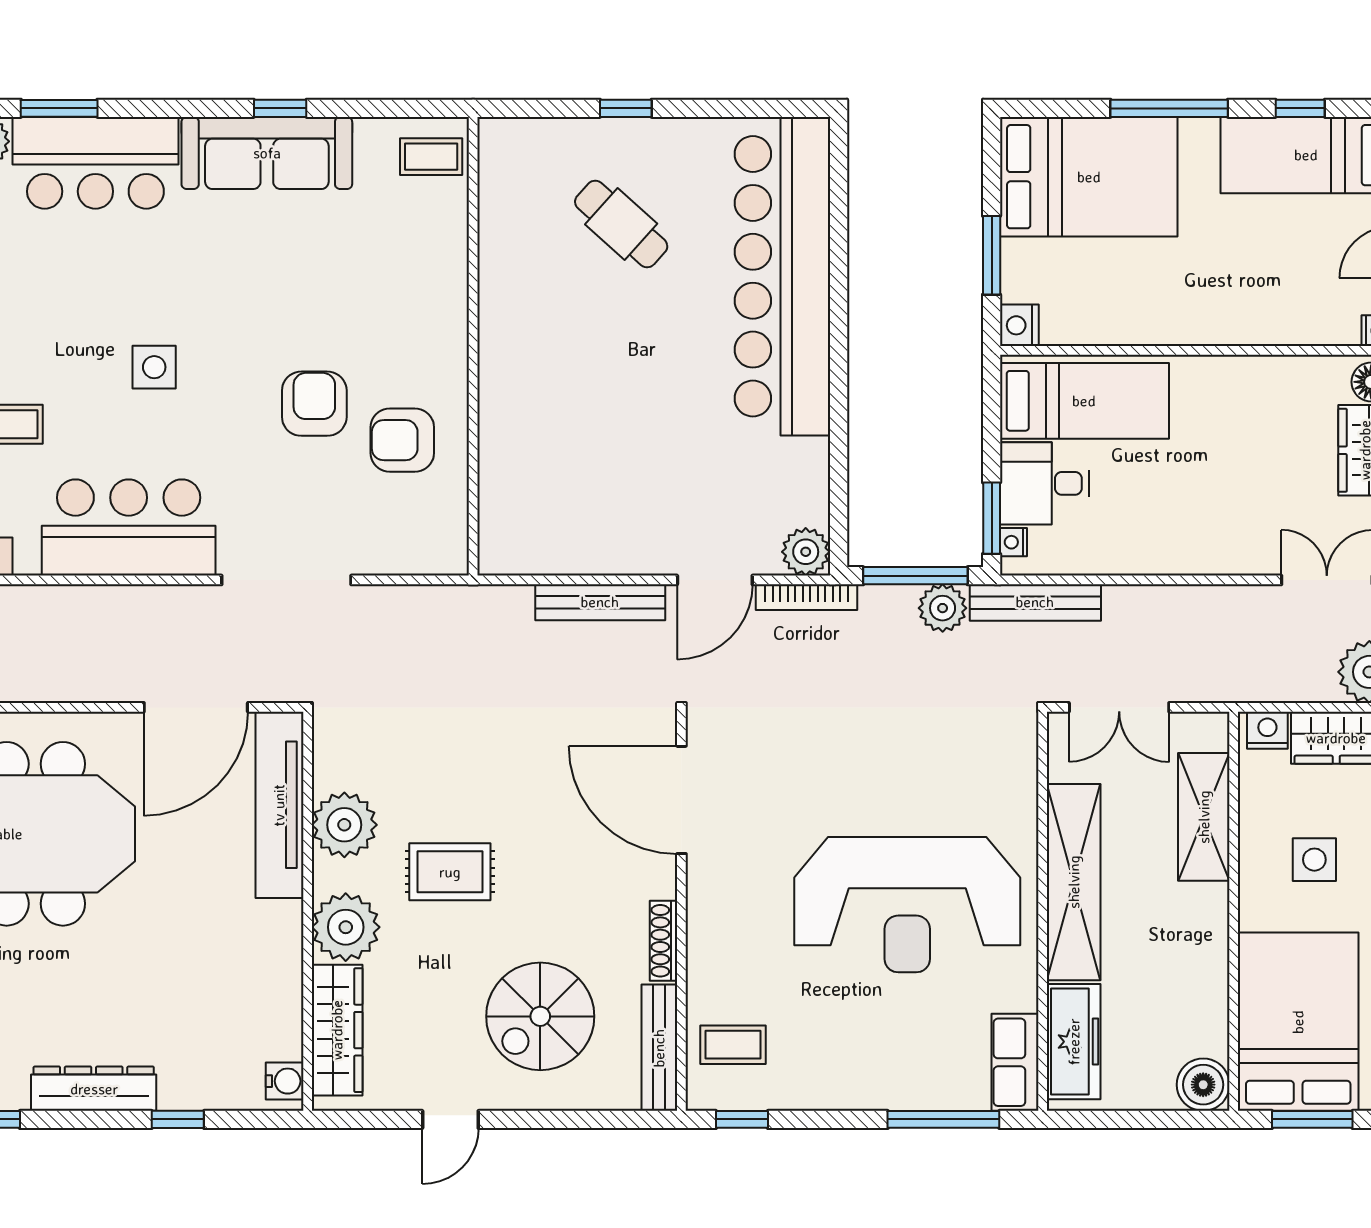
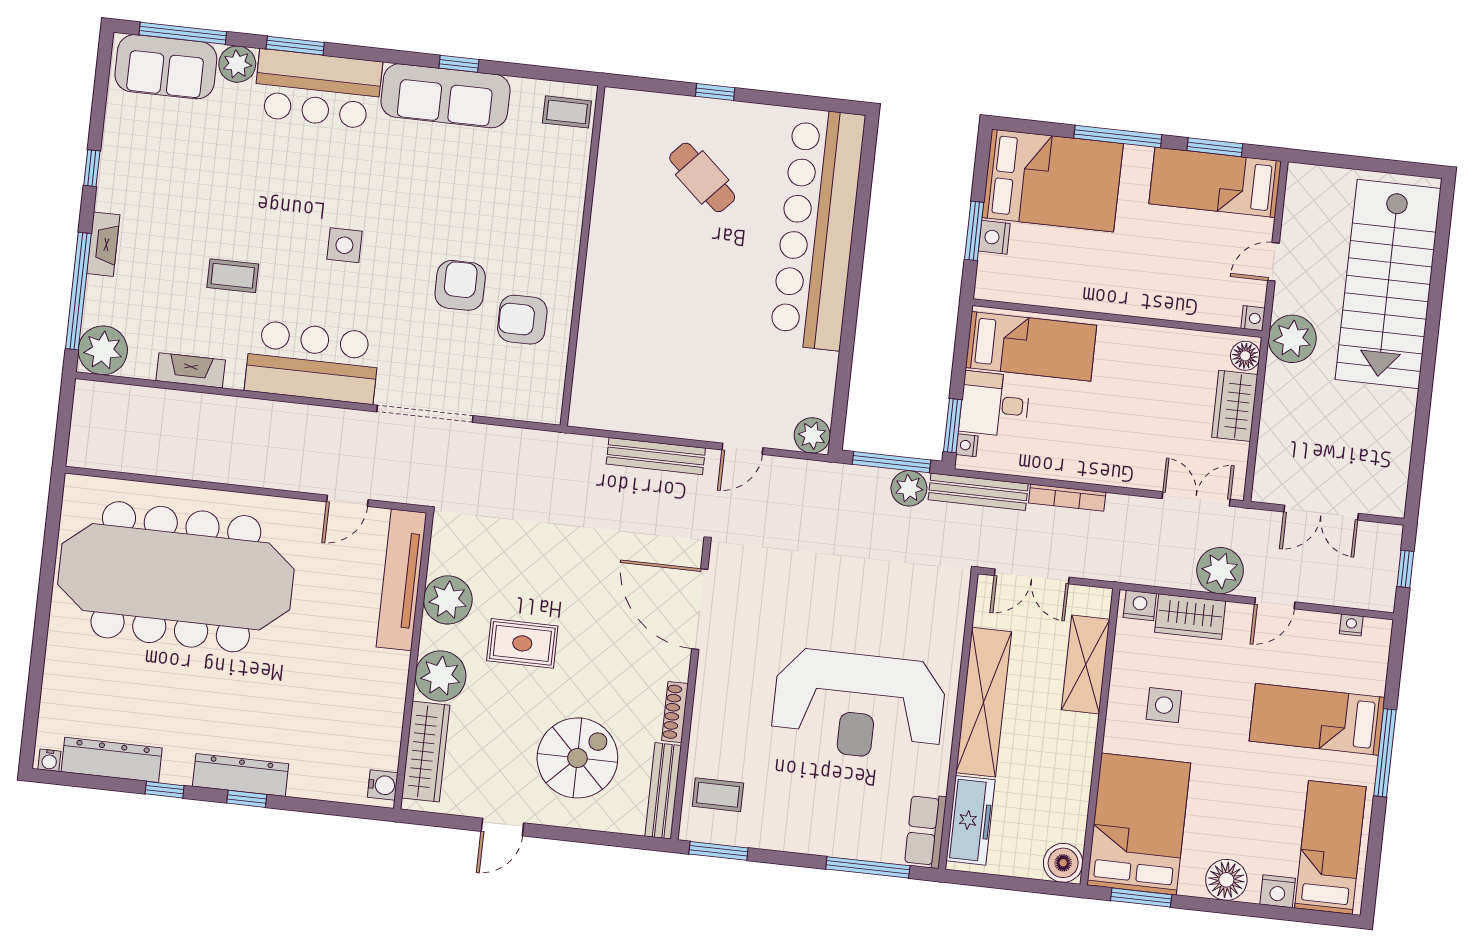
window: (1300, 108) -> (1215, 147), width x1.50
nightstand: (1019, 325) -> (994, 237), moved
door: (715, 580) -> (742, 449), width x0.73
bookcase: (806, 597) -> (1067, 498), moved
door: (196, 707) -> (347, 501), width x0.53
spiral stairs: (540, 1016) -> (577, 758), turned 180
window: (178, 1119) -> (247, 799), moved
window: (742, 1119) -> (718, 851), width x1.50

